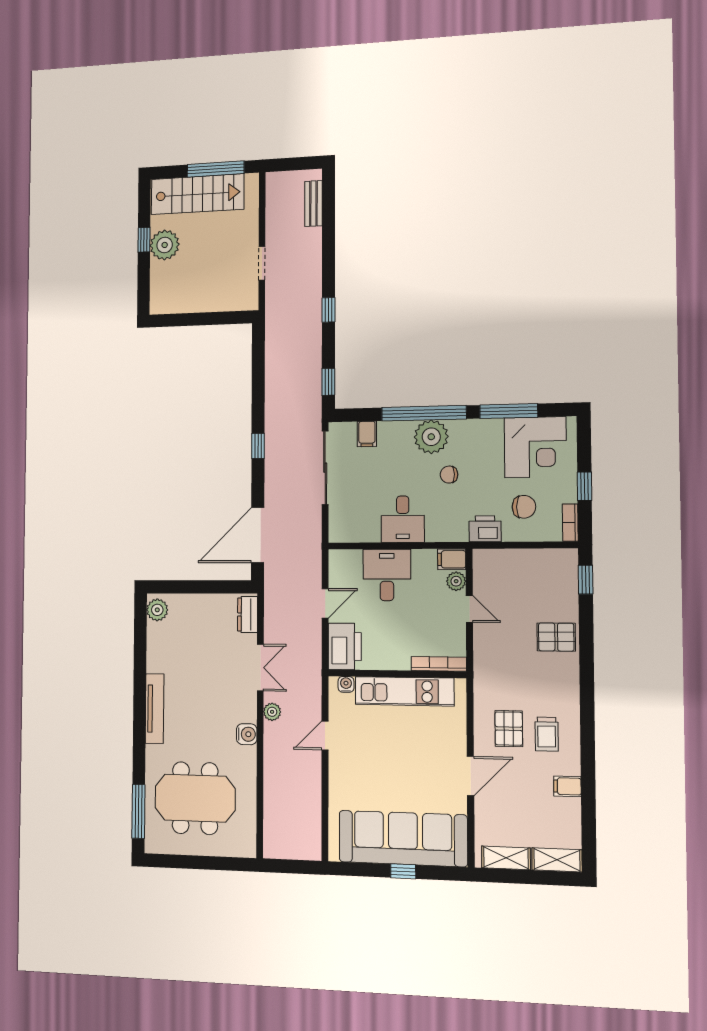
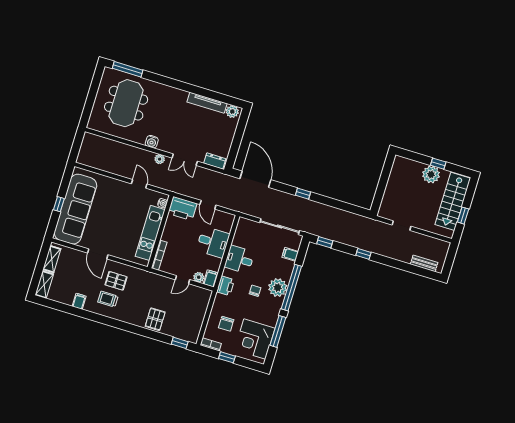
window: (216, 169) -> (463, 216), width x0.46
printer: (485, 529) -> (226, 286), moved
tv unit: (155, 709) -> (207, 103), moved

